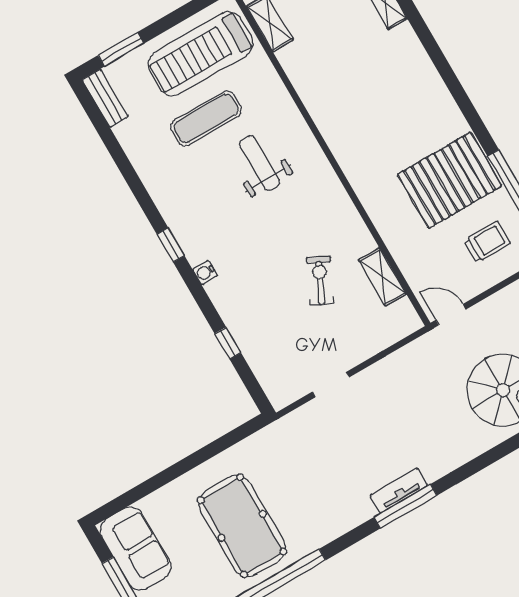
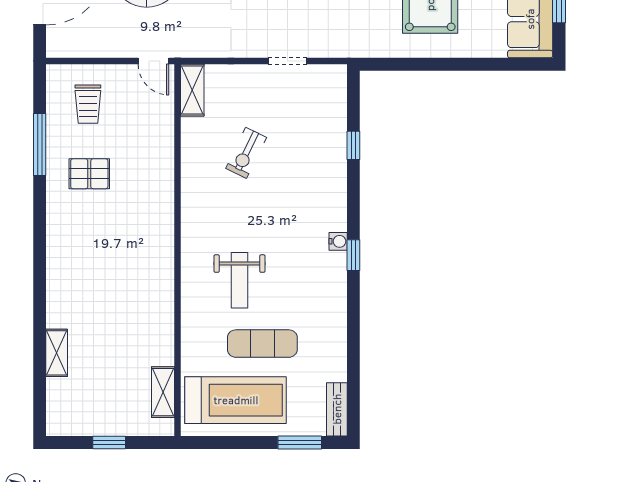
pallet: (450, 180) -> (89, 174), width x0.49, depth x0.50
trolley: (487, 242) -> (88, 104), turned -90
water cooler: (205, 272) -> (338, 241), moved
shelving: (382, 277) -> (192, 90), moved

